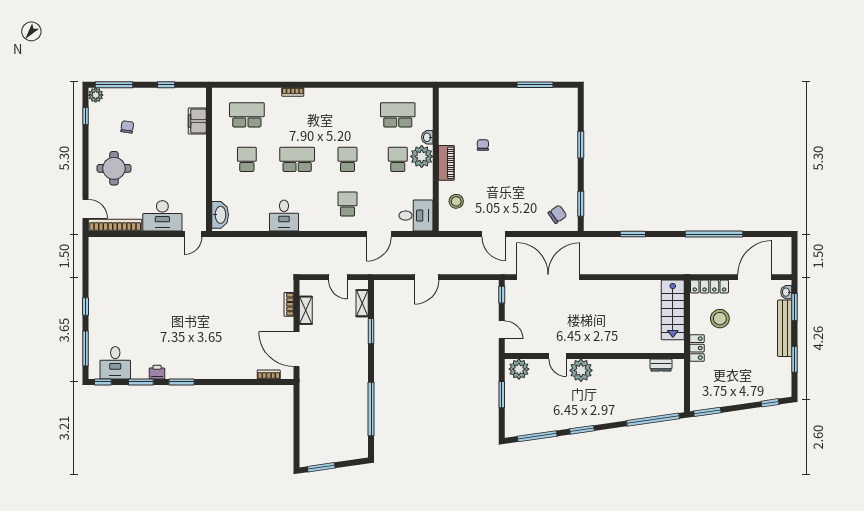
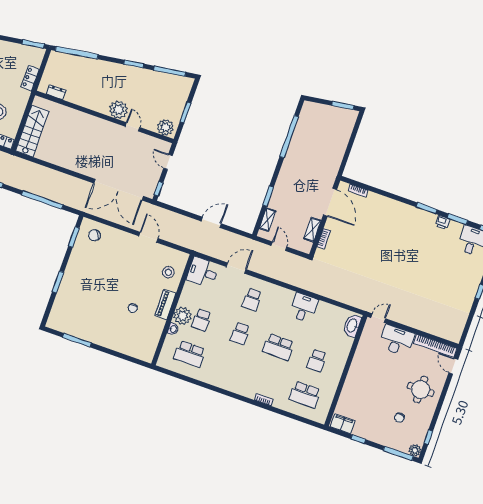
filing cabinet: (197, 121) -> (343, 424), moved, turned -90
window: (633, 234) -> (42, 200), width x2.11
locker: (697, 348) -> (30, 78), moved

